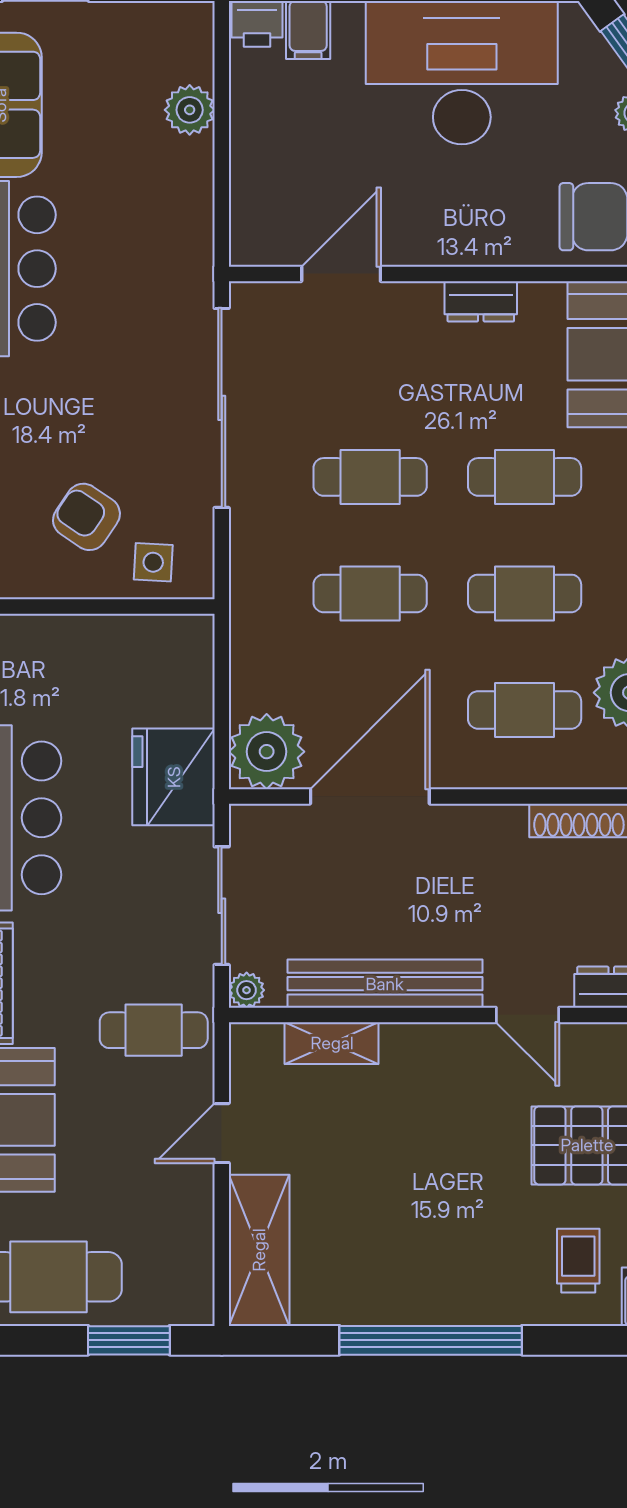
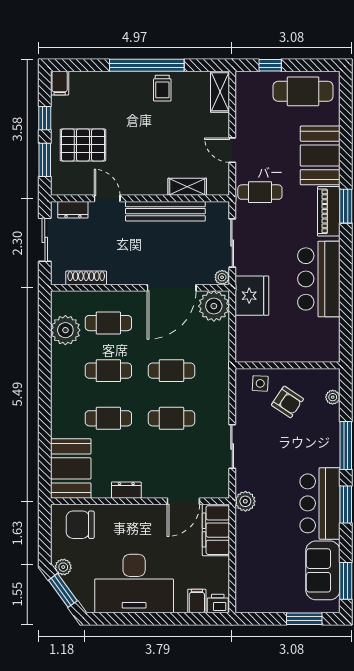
plant: (190, 110) -> (245, 501), moved
filing cabinet: (262, 204) -> (216, 530), added
sliding door: (222, 408) -> (232, 446), width x0.54
plant: (247, 990) -> (222, 277), moved
door: (222, 1133) -> (232, 150), swing flipped
shelving: (259, 1250) -> (220, 92), width x0.67, depth x0.75
trolley: (578, 1261) -> (162, 88), moved
window: (129, 1340) -> (270, 65), width x0.67

